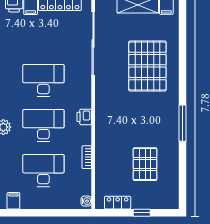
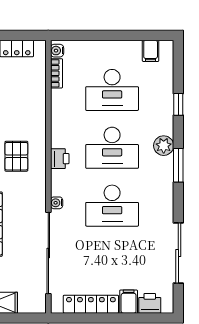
water cooler: (87, 83) -> (57, 203), added
pallet: (118, 119) -> (16, 156), added
bookcase: (87, 157) -> (56, 73), moved

